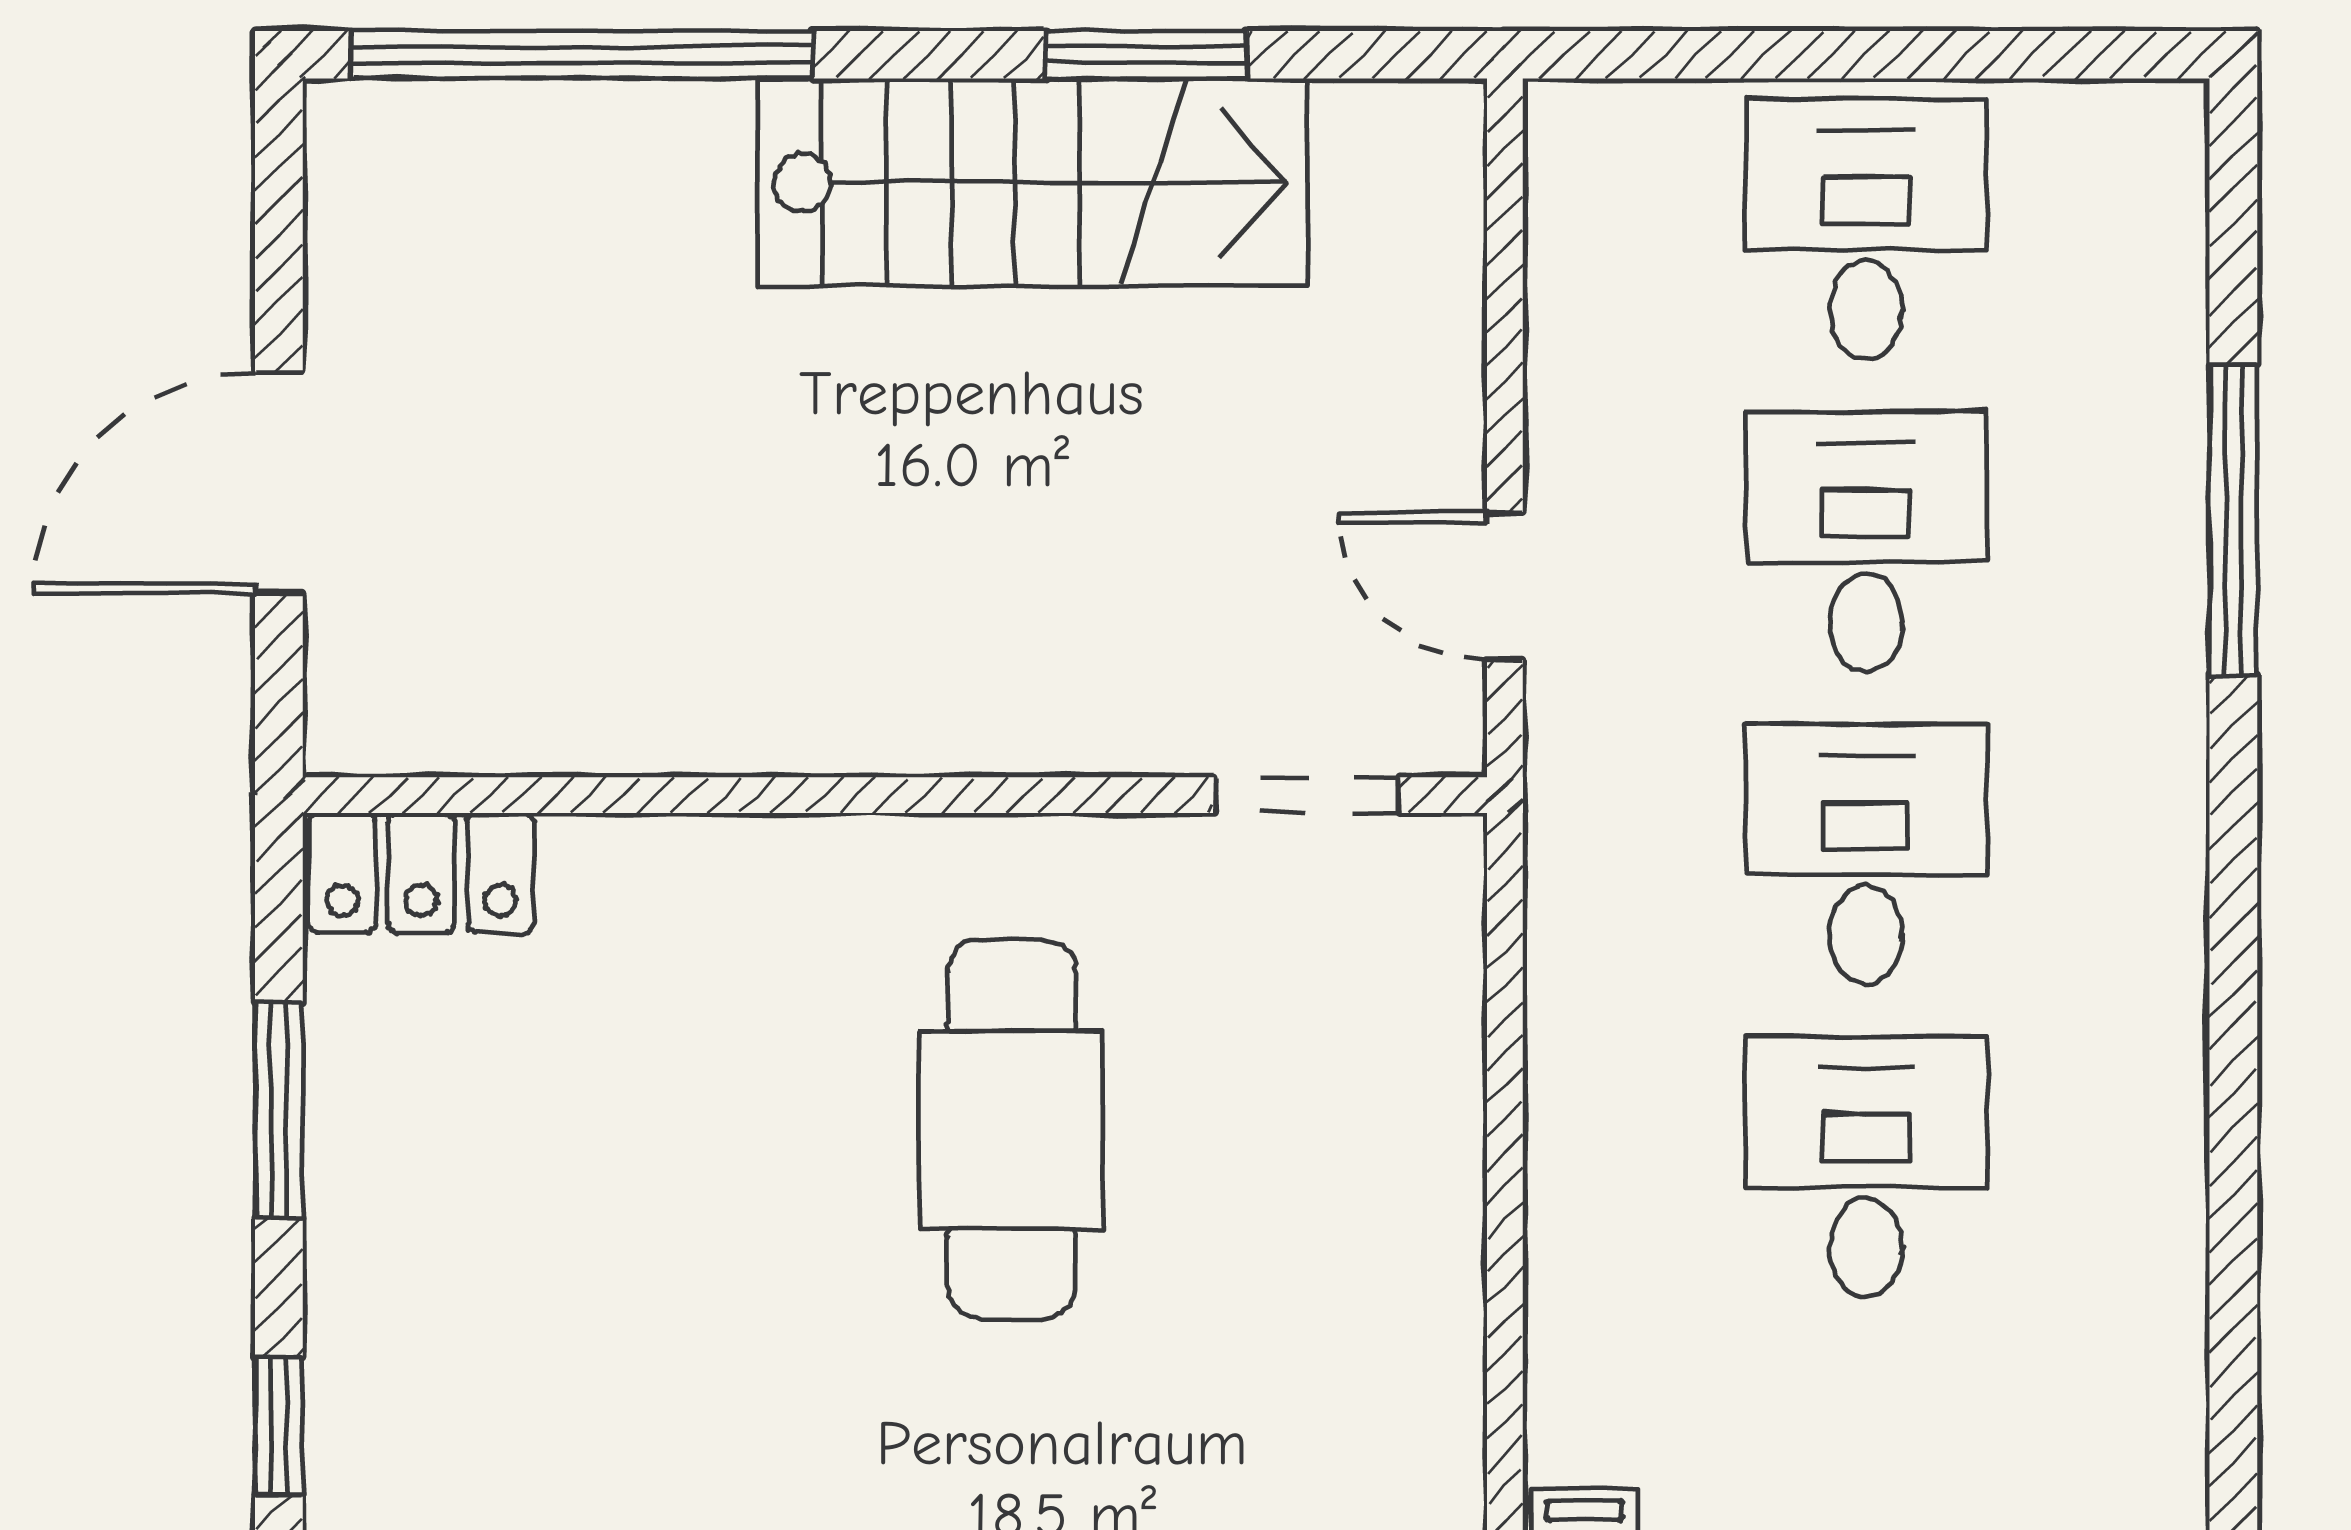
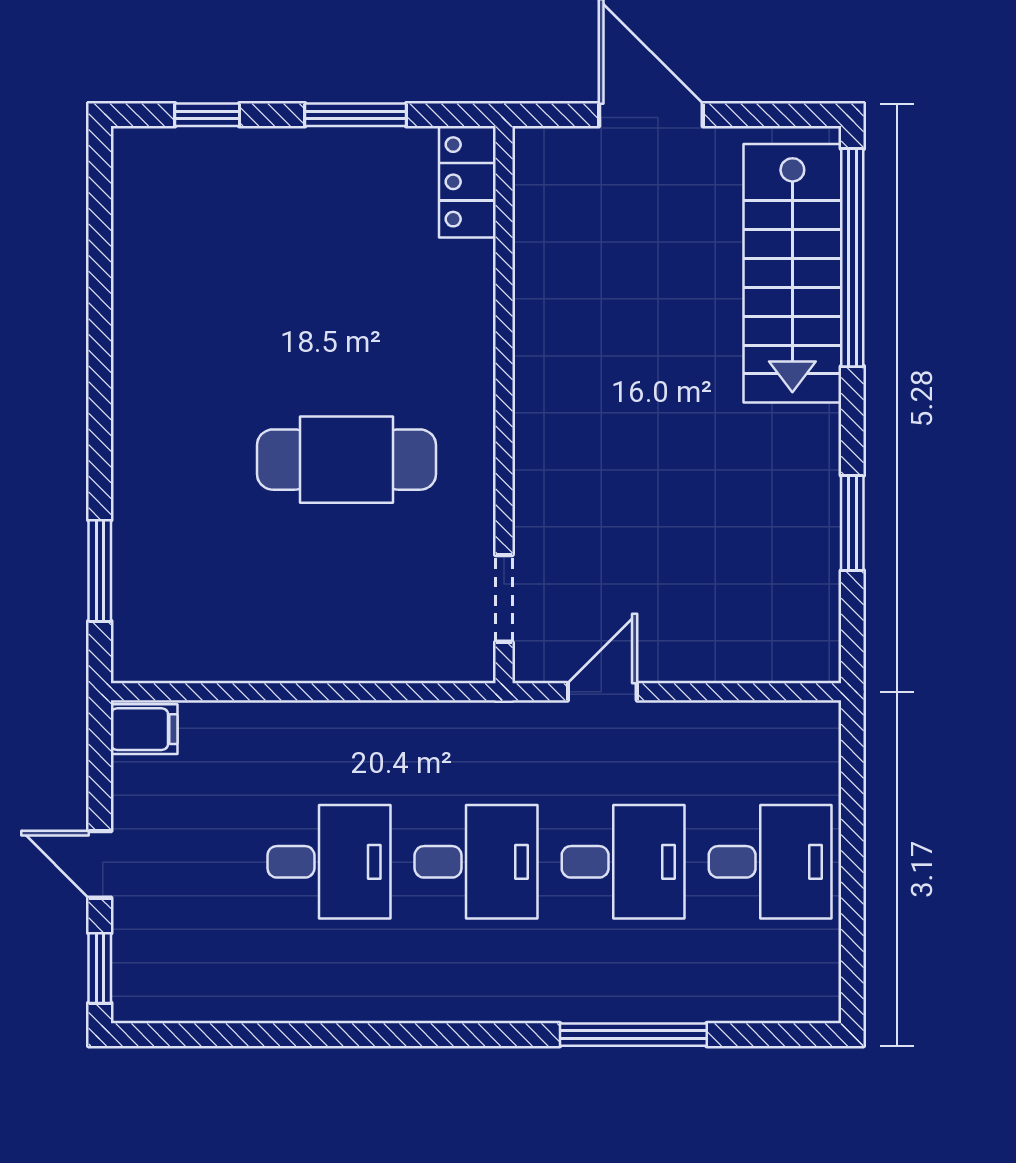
stairs: (1033, 182) -> (792, 273), moved

